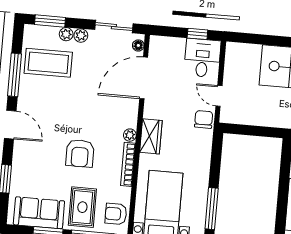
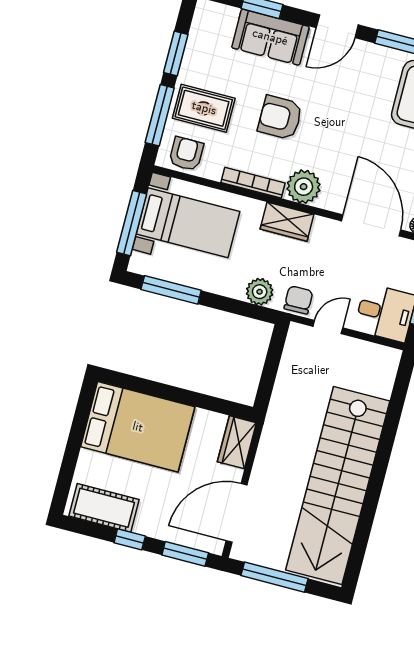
chair: (204, 119) -> (298, 300), turned -91
plant: (130, 135) -> (304, 187), width x1.88, depth x1.88
plant: (202, 147) -> (260, 292), added
sofa: (39, 213) -> (270, 37), moved, turned 90

